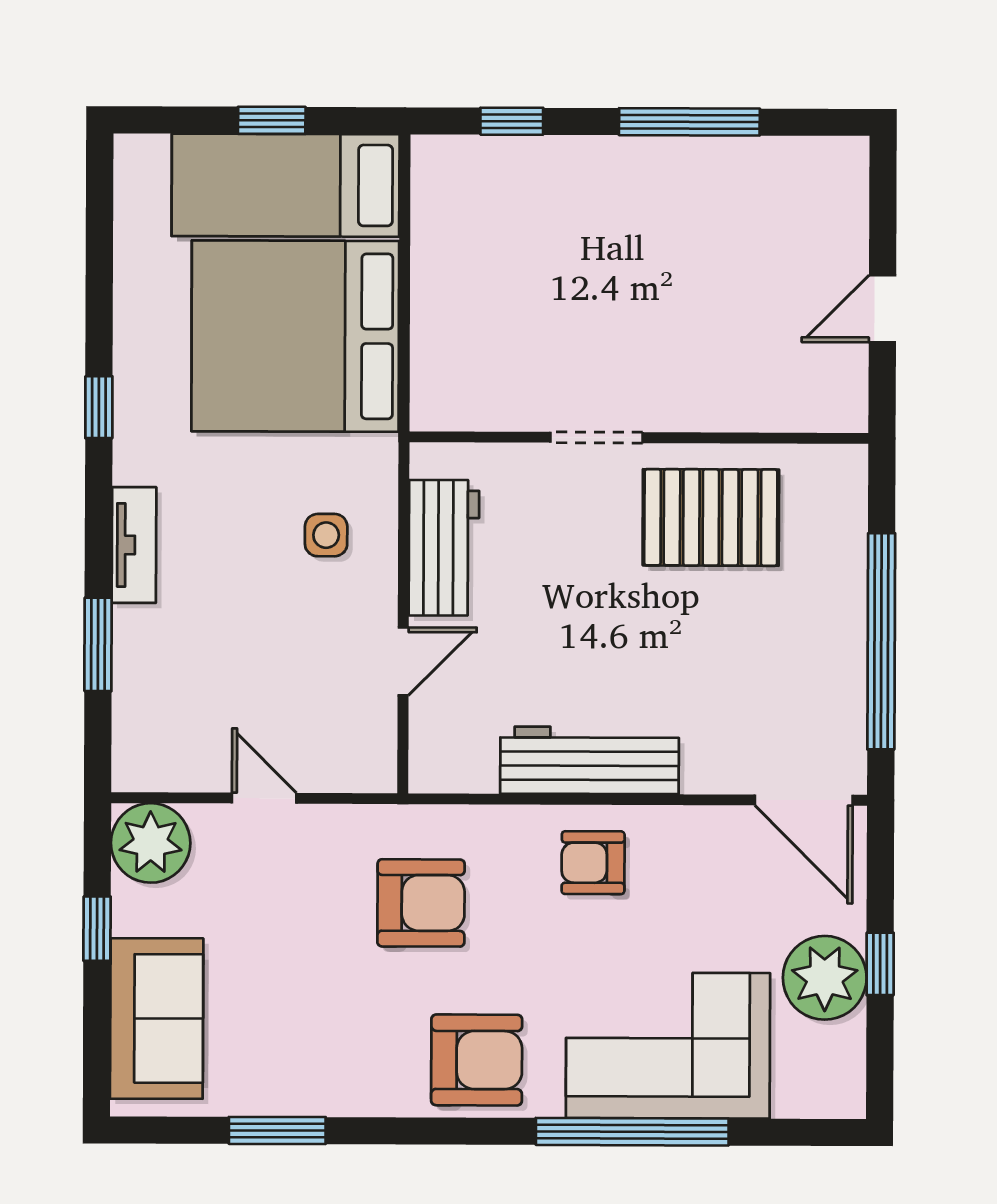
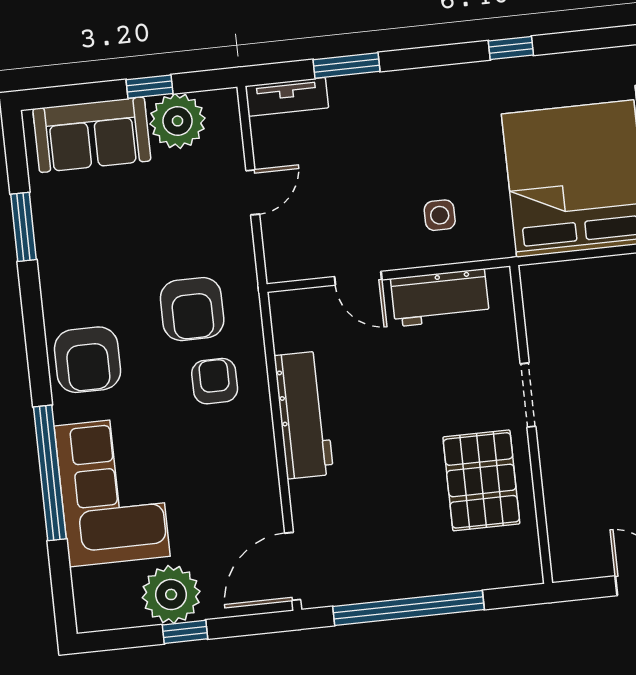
tv unit: (134, 545) -> (287, 97), moved
plant: (151, 843) -> (178, 121), moved
armchair: (593, 863) -> (215, 381), moved

